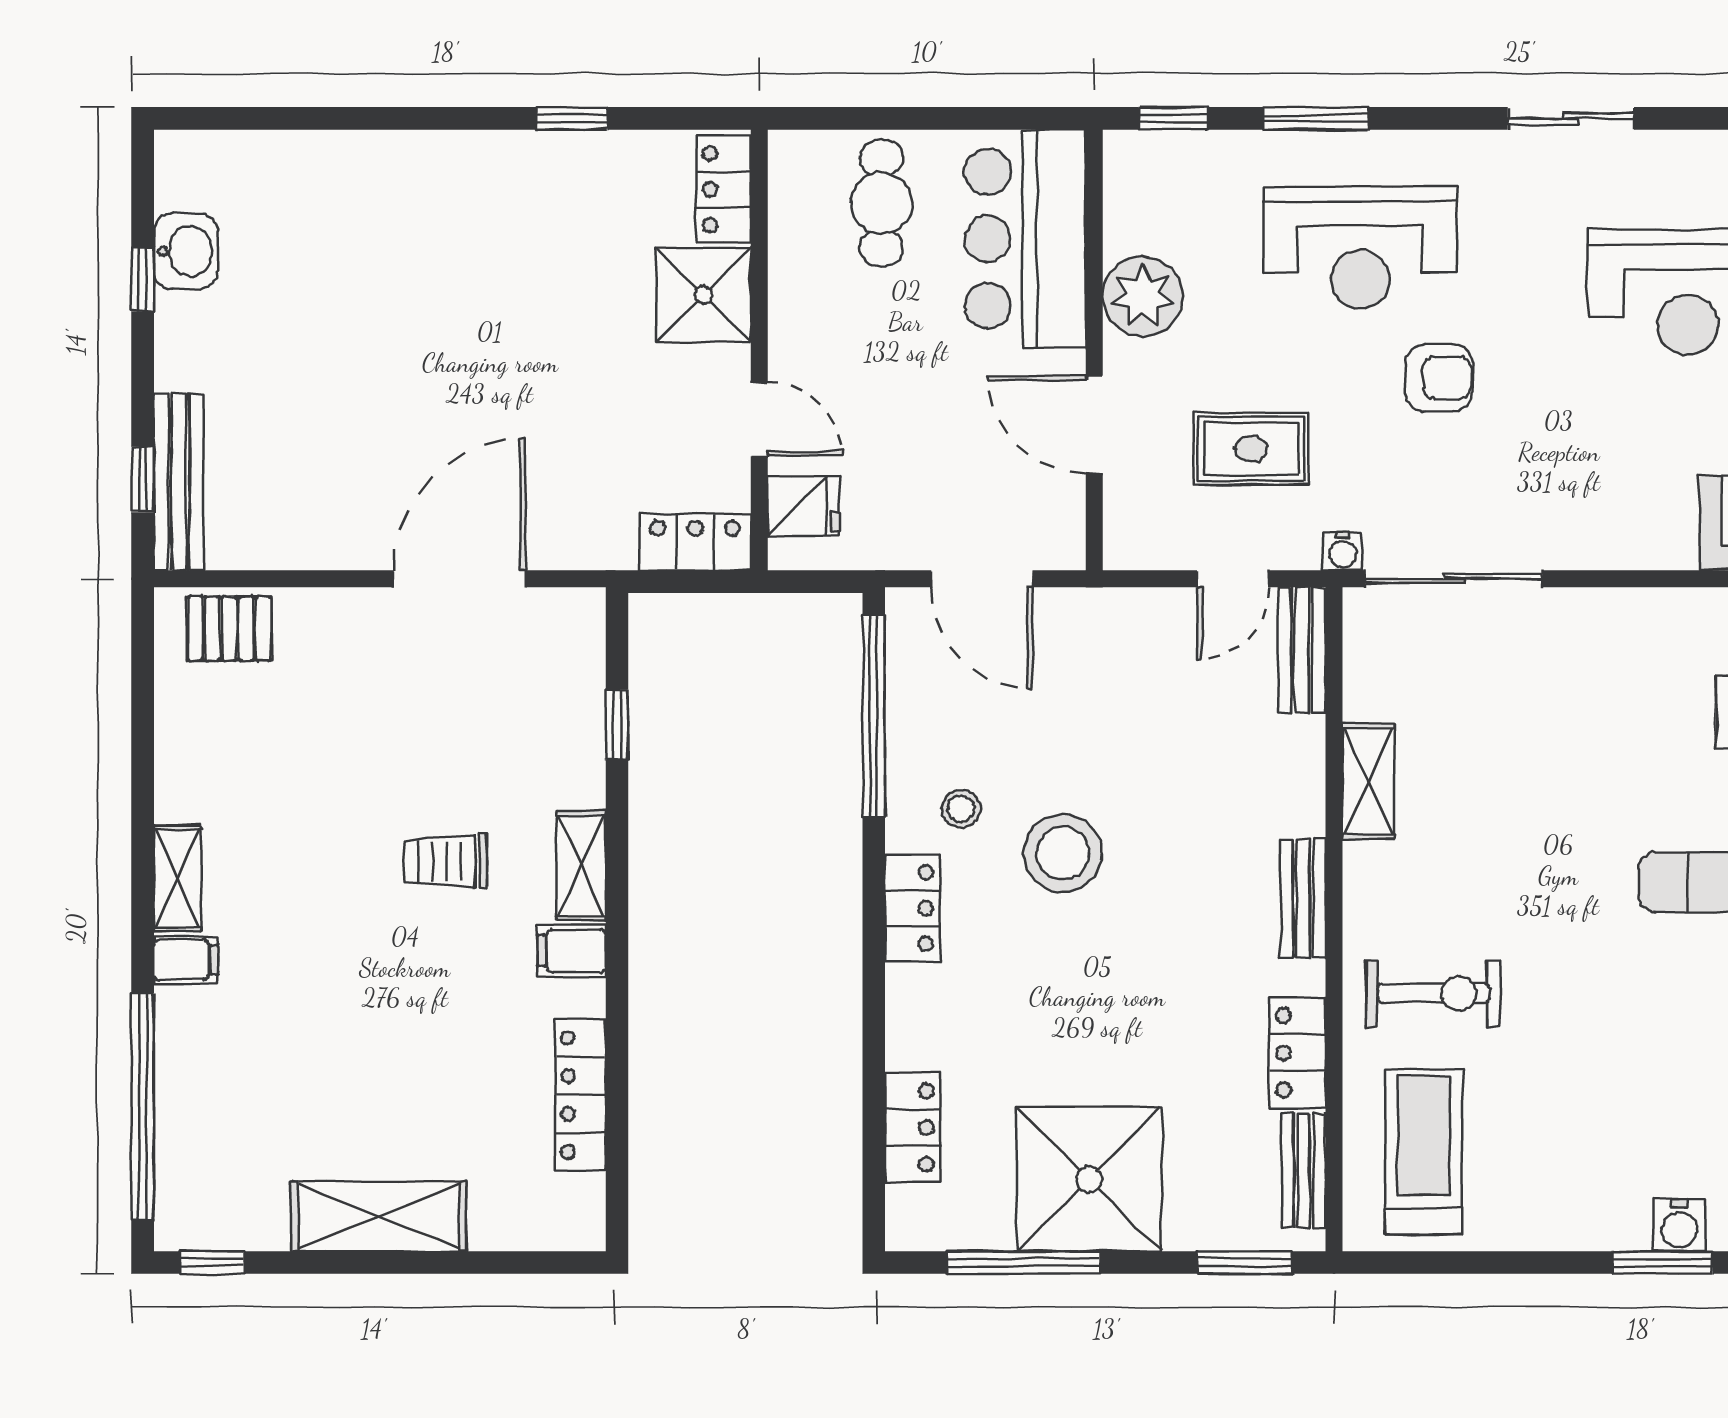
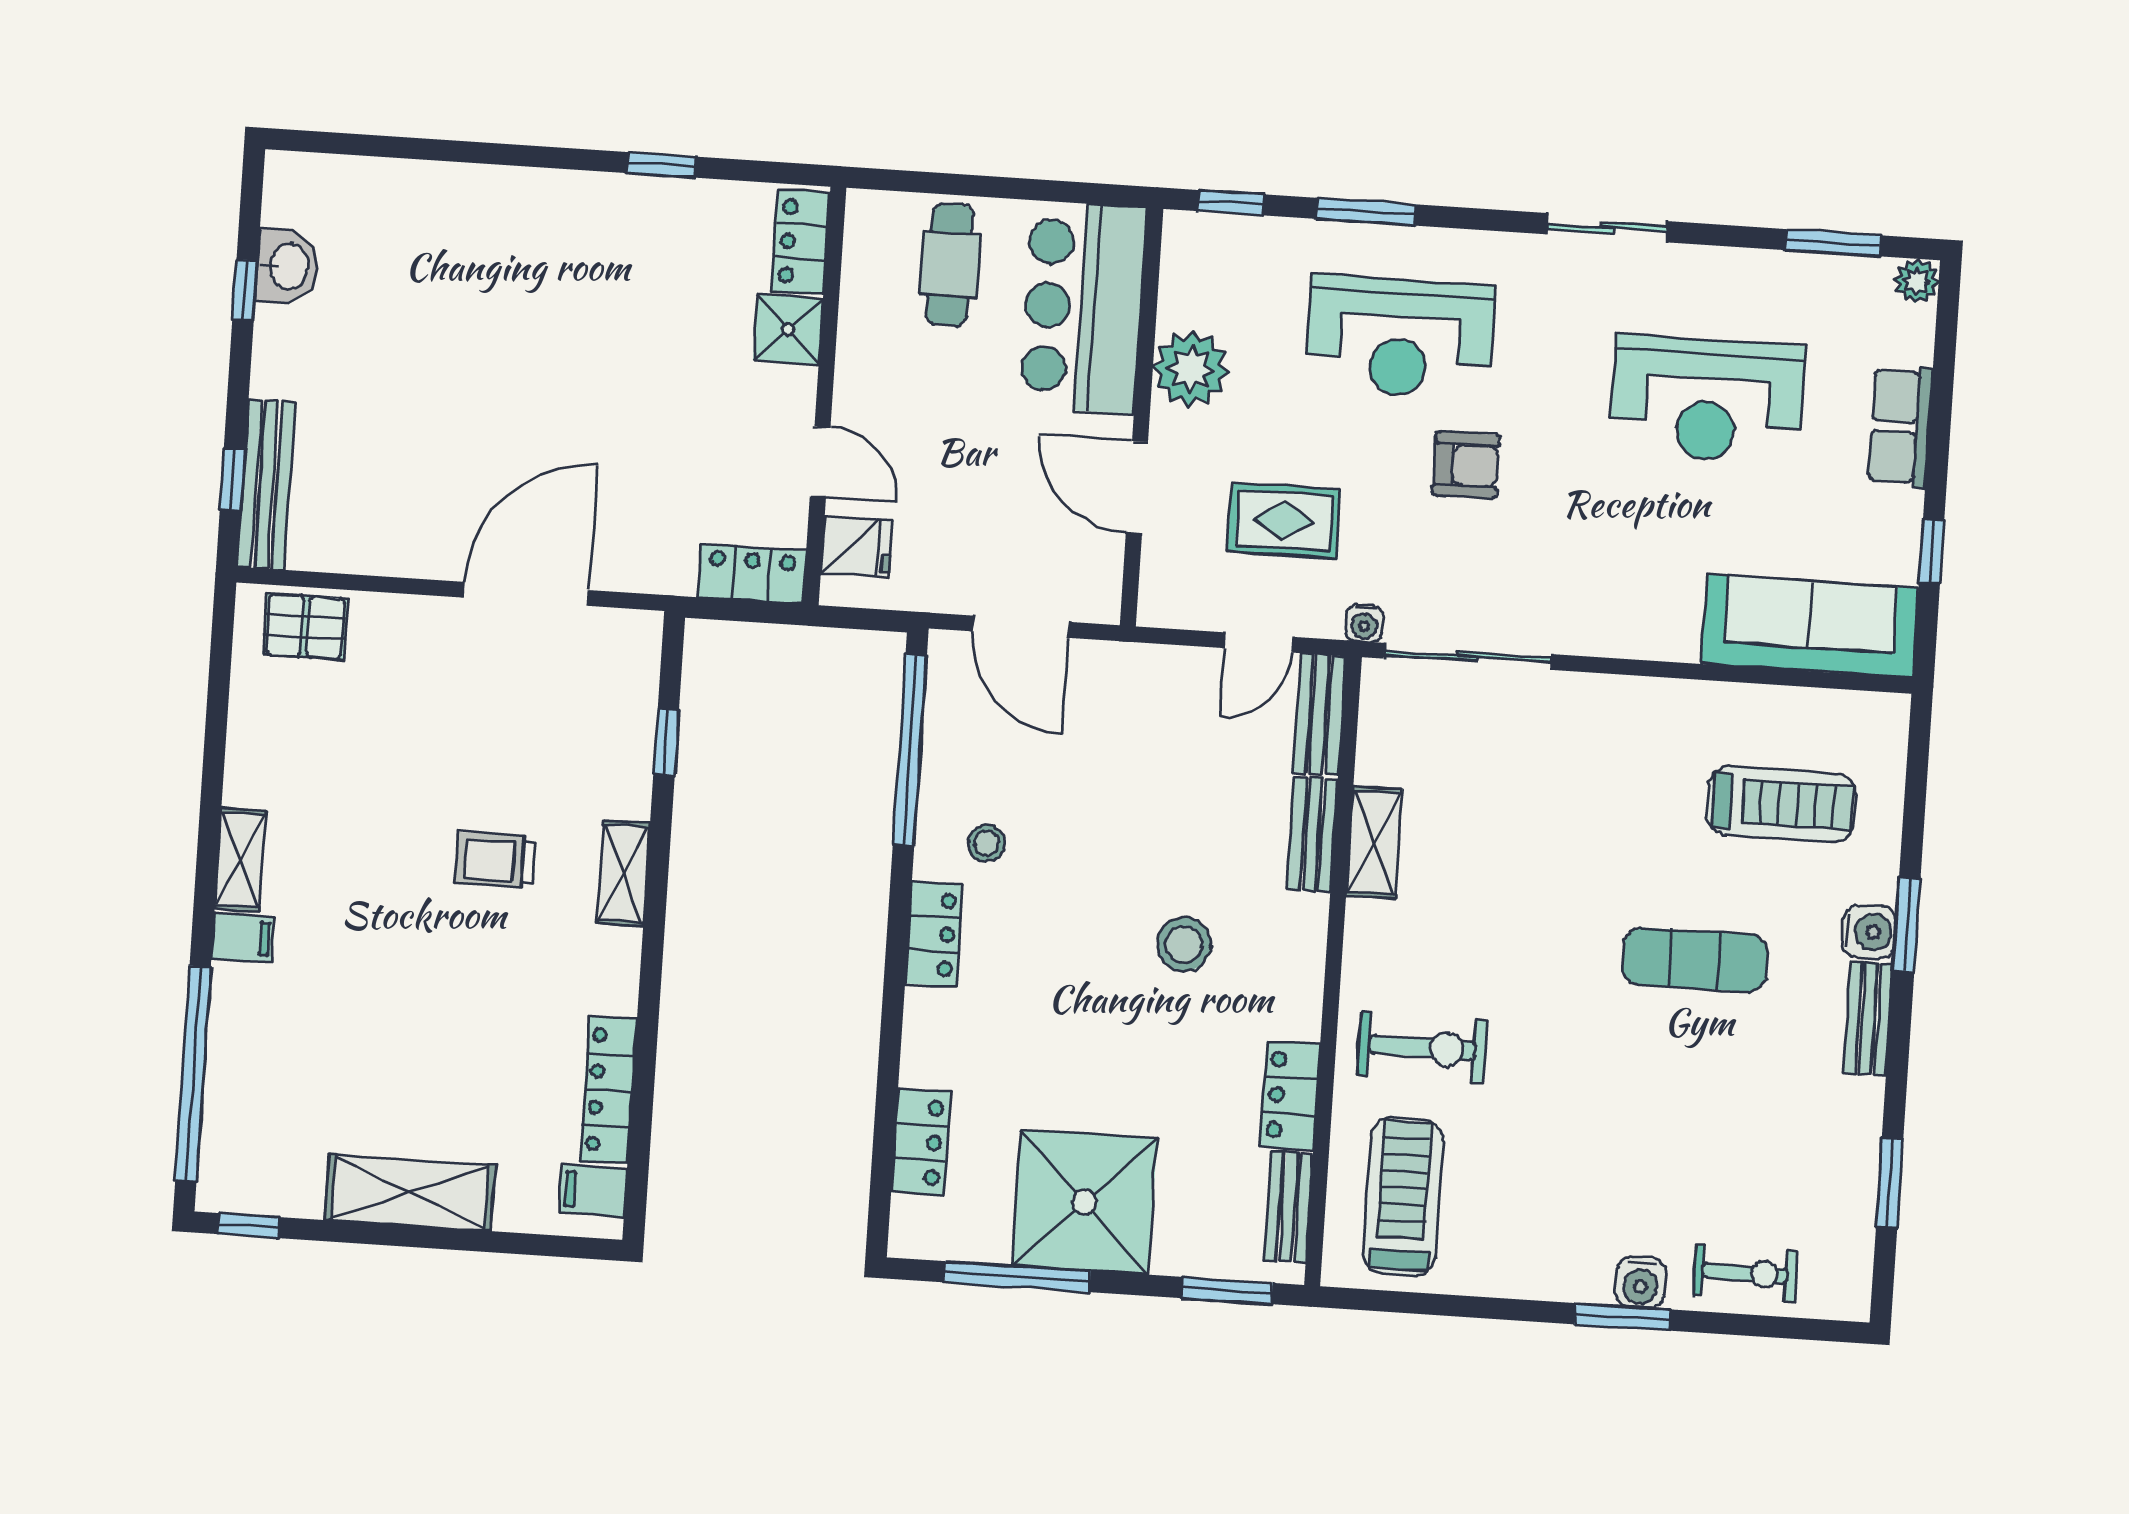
shower: (704, 295) -> (788, 329), width x0.73, depth x0.73
stool: (1063, 853) -> (1184, 944), moved, width x0.73, depth x0.73
bench: (1303, 899) -> (1313, 834), moved
filing cabinet: (571, 951) -> (593, 1190), moved

